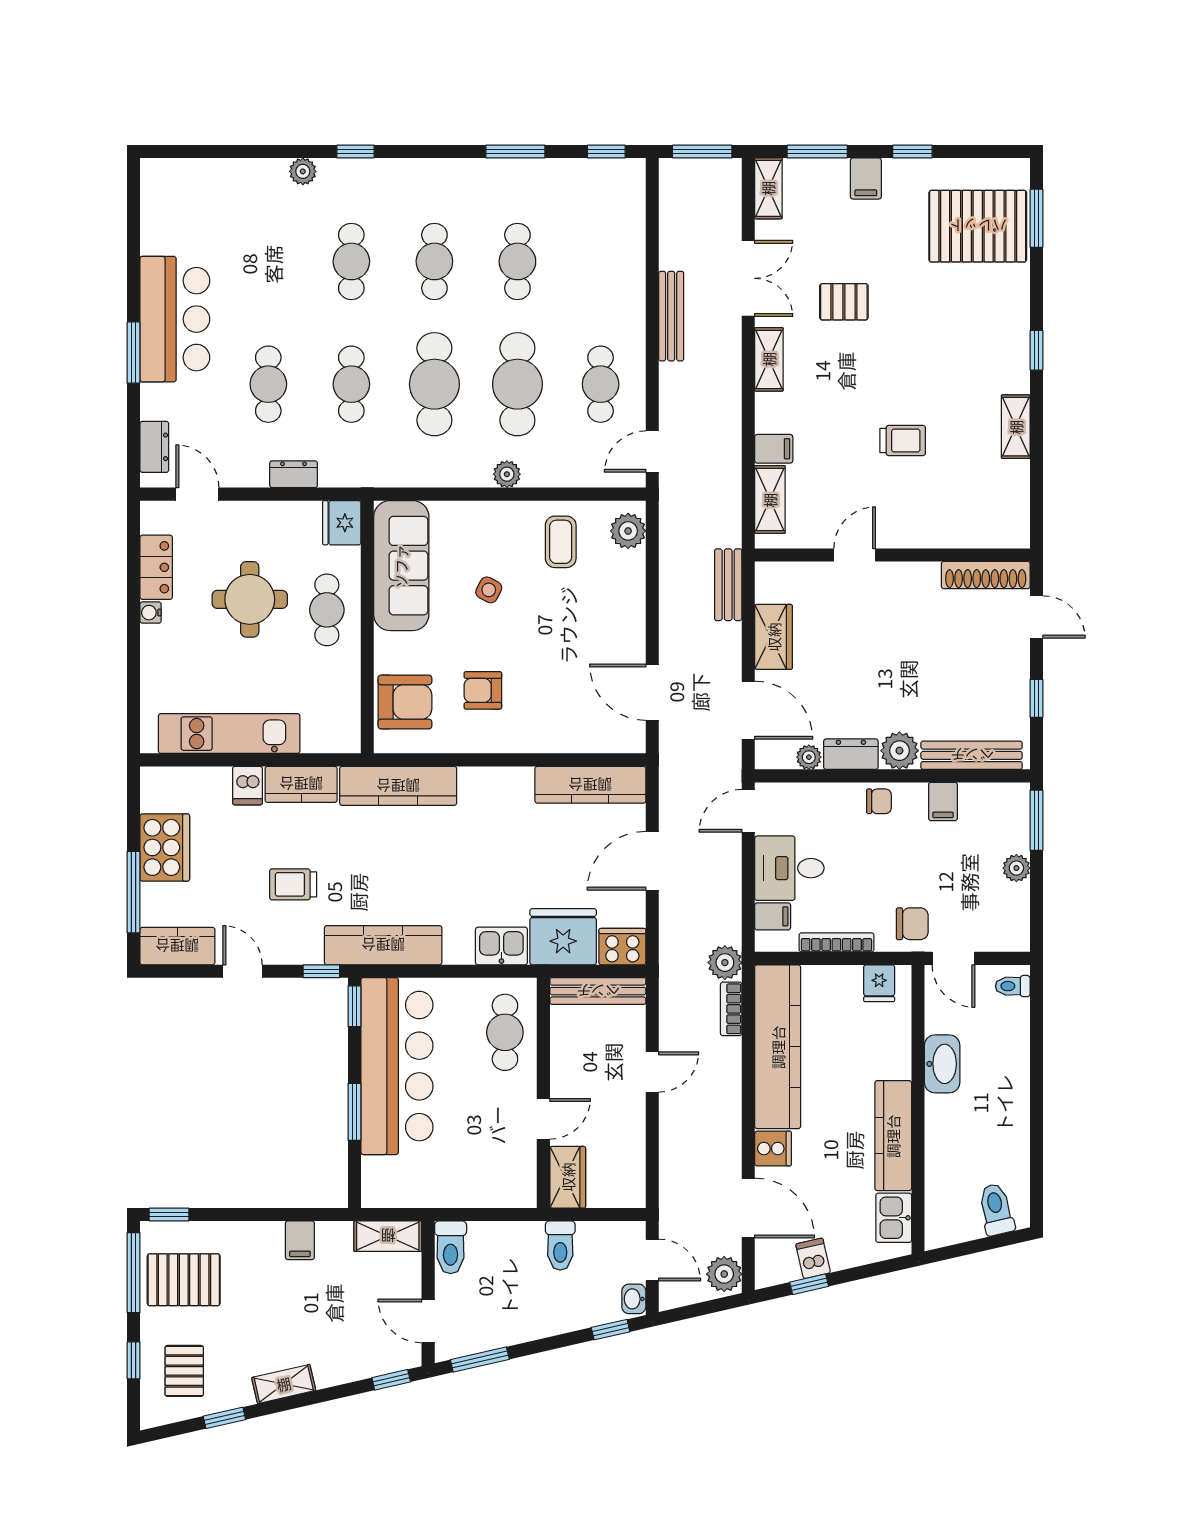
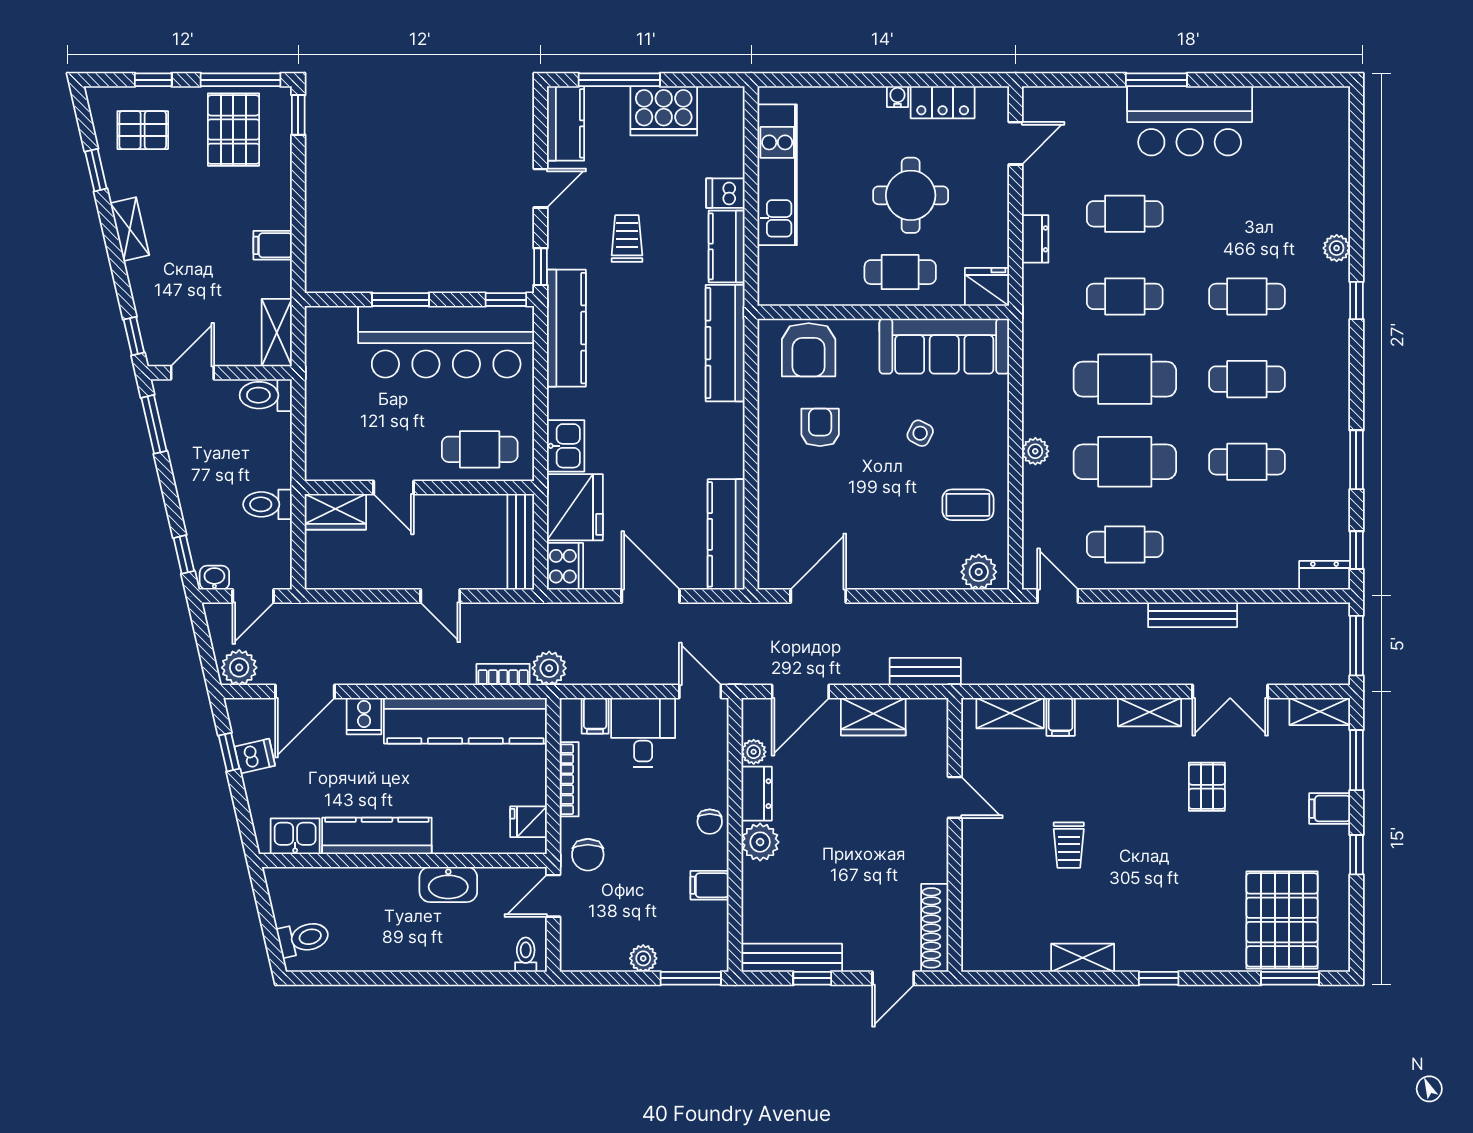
dresser: (154, 447) -> (1325, 575), moved, turned 180
bench: (972, 755) -> (792, 958), moved, turned 90

